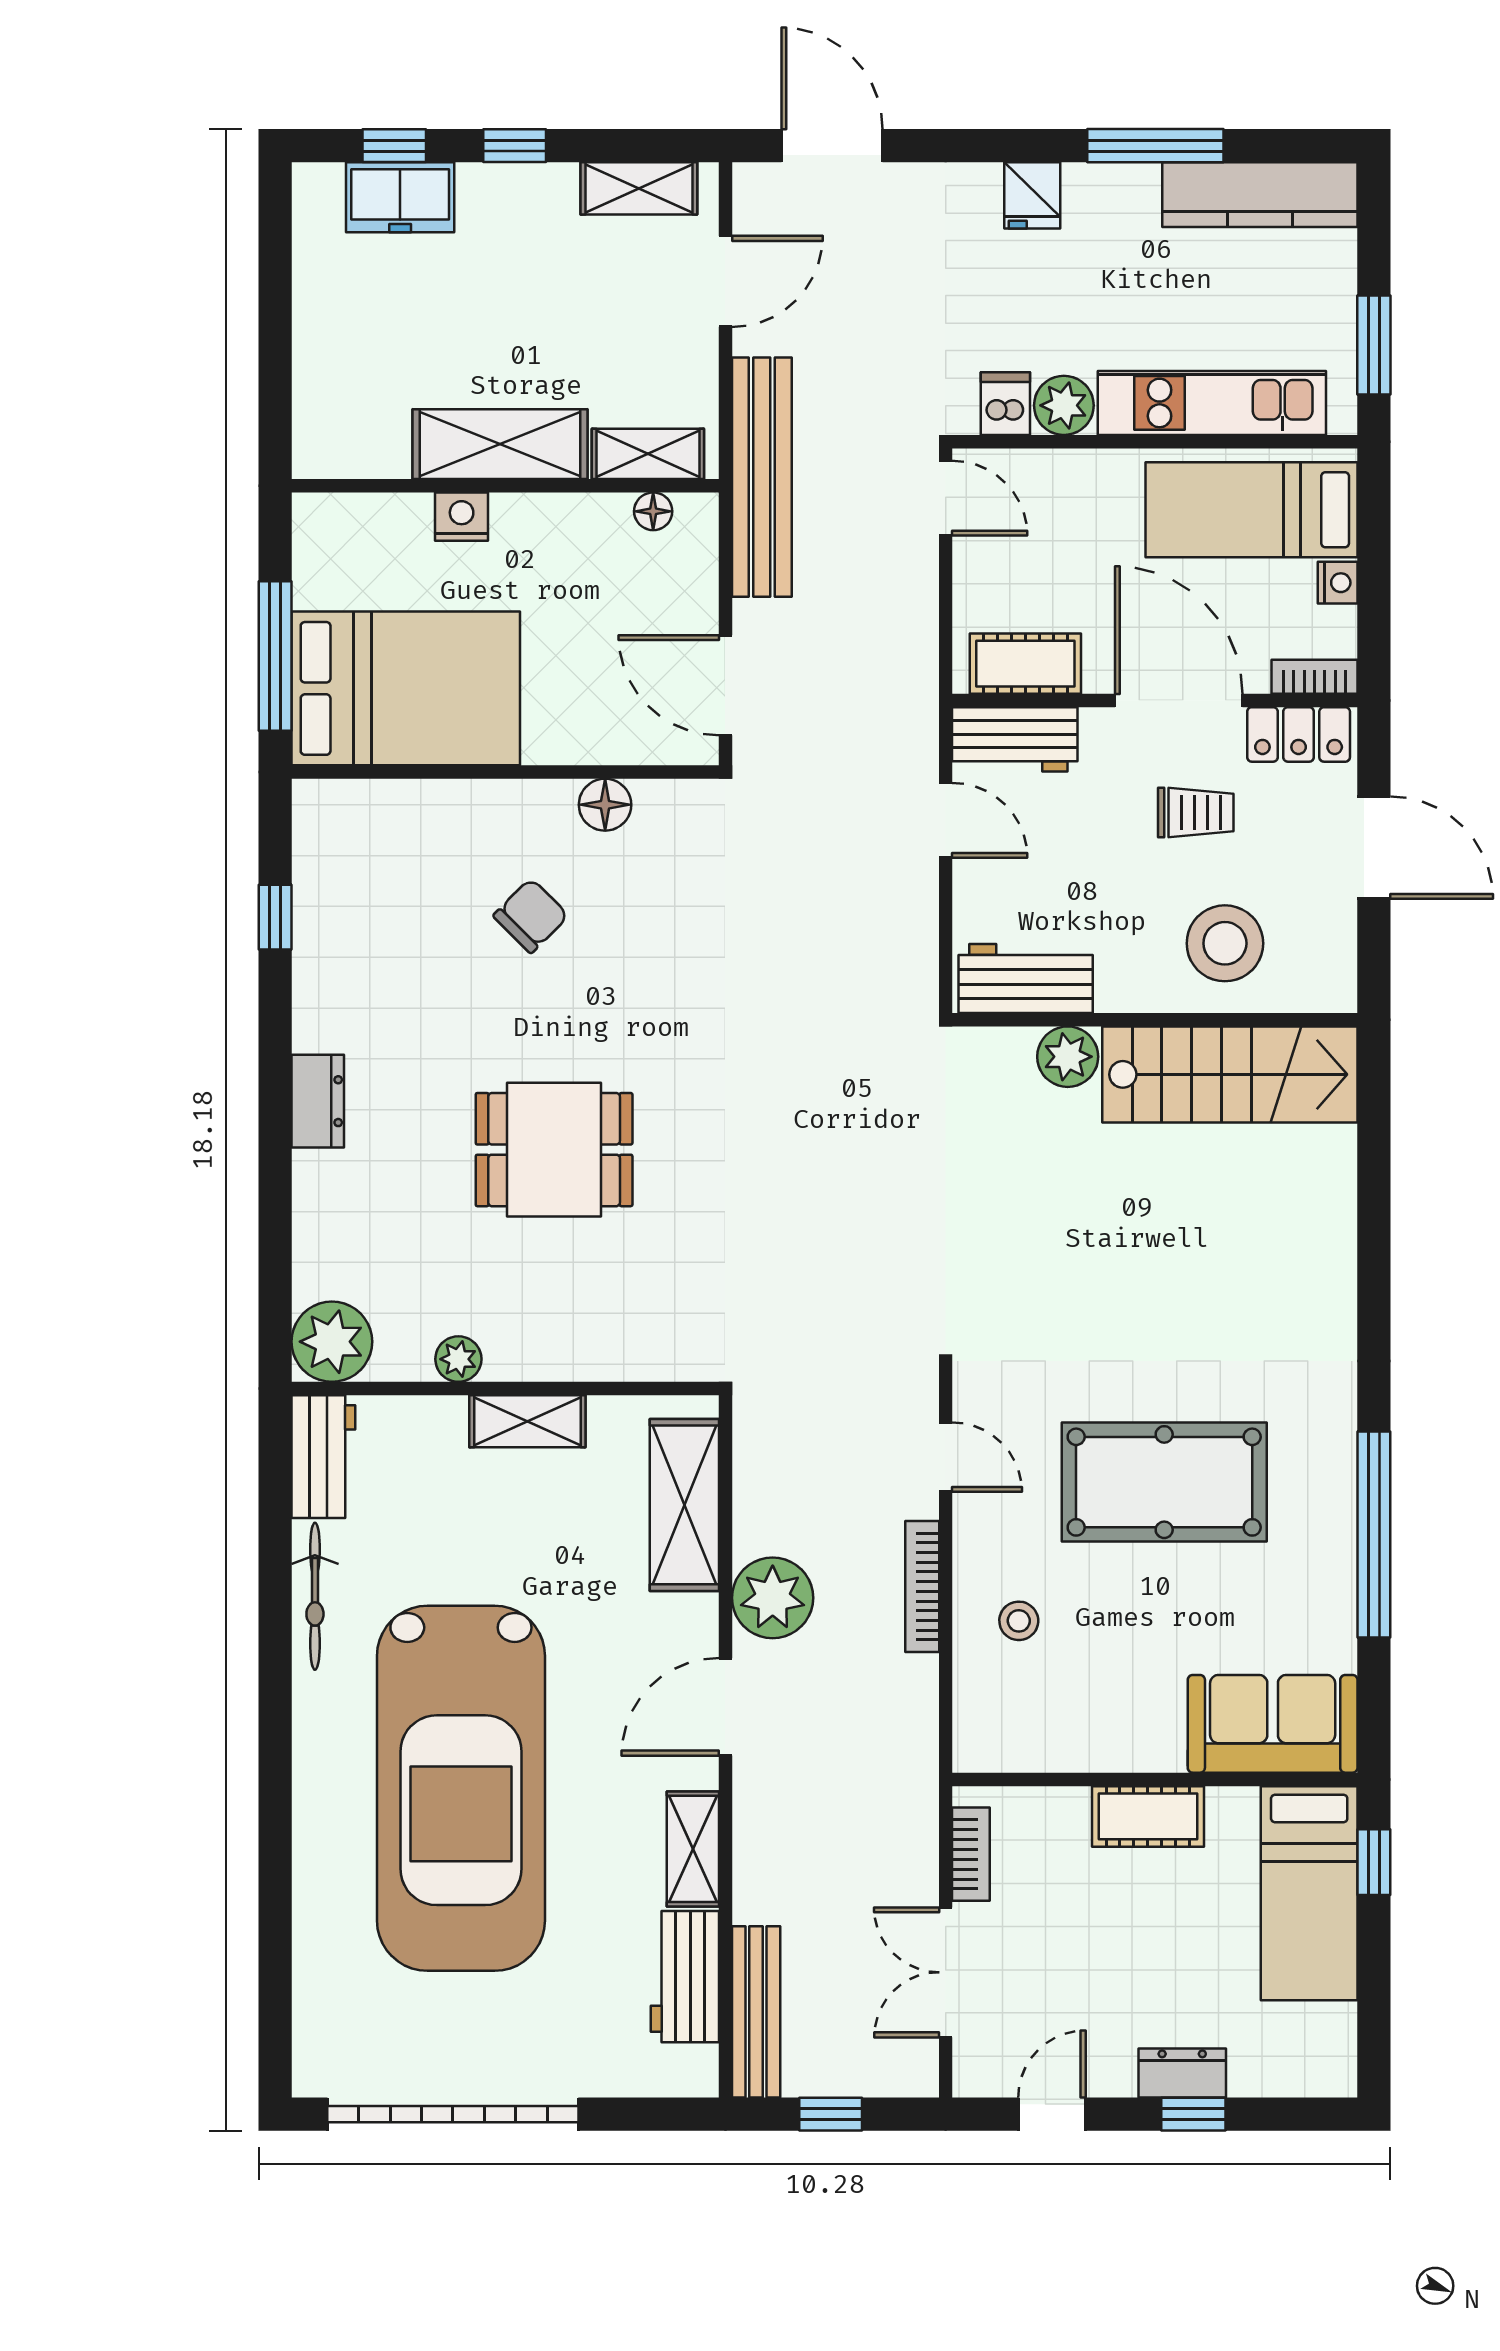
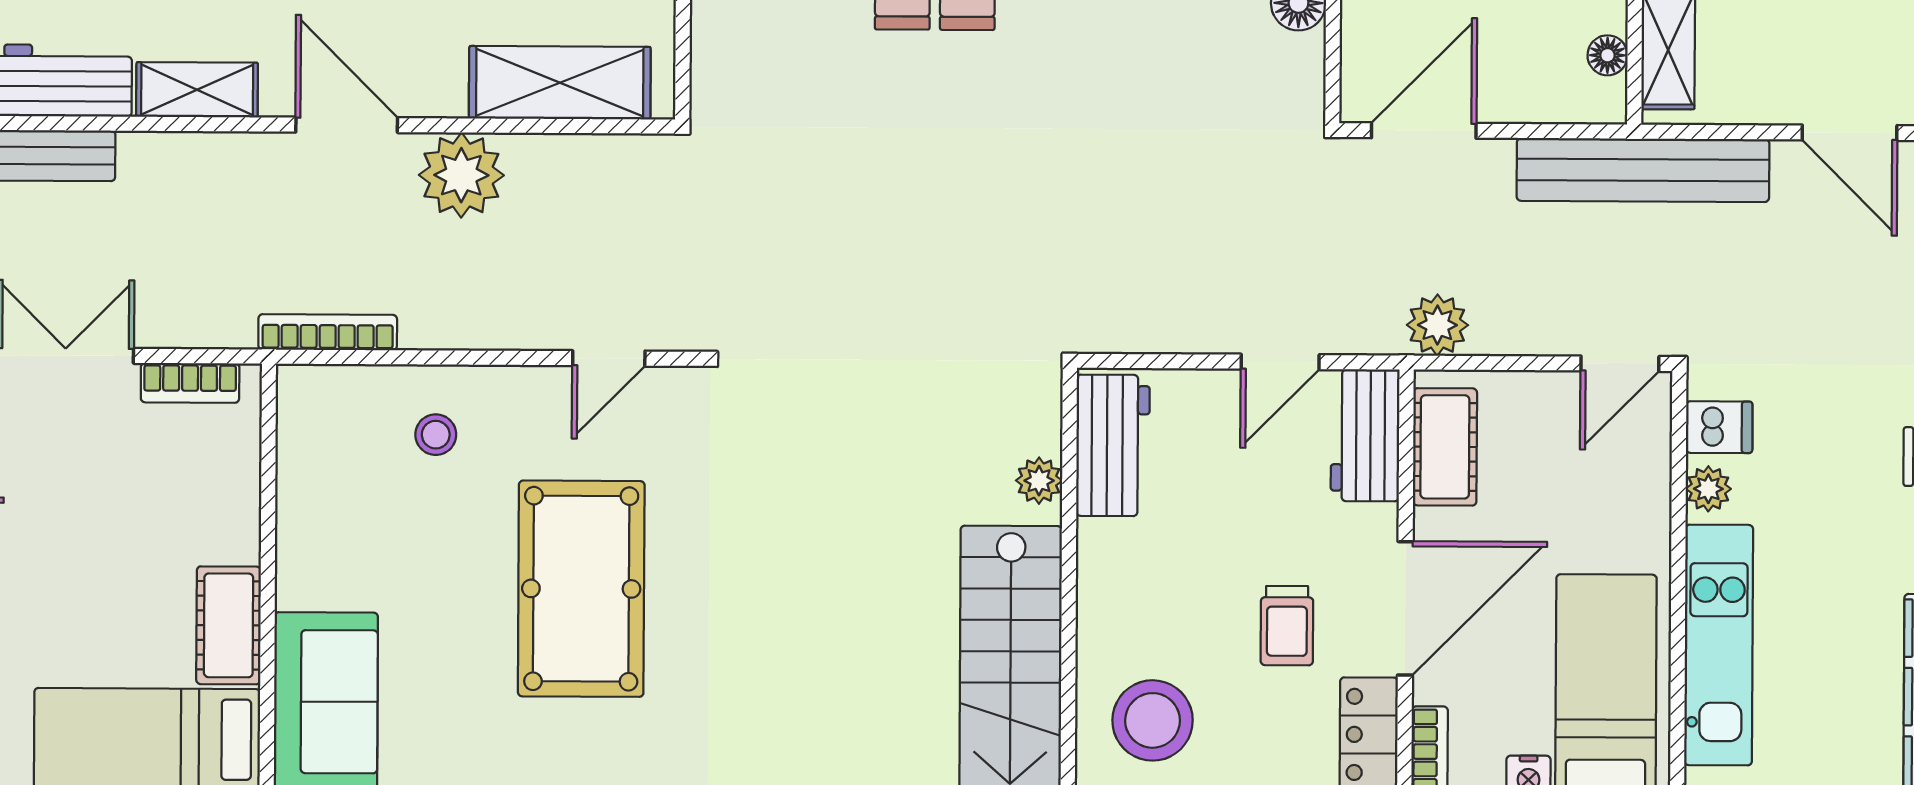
plant: (1064, 405) -> (1708, 489), width x0.73, depth x0.73
plant: (910, 671) -> (1437, 325), added
stool: (1225, 943) -> (1153, 720), moved
plant: (1068, 1057) -> (1039, 481), width x0.73, depth x0.73
bookcase: (922, 1587) -> (328, 332), moved
cot: (1148, 1816) -> (229, 625), moved

